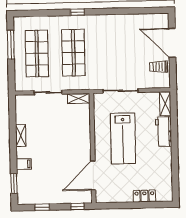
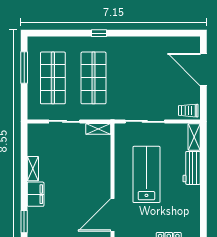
trolley: (159, 67) -> (188, 111), moved
lab bench: (123, 138) -> (146, 174), turned 180
filing cabinet: (24, 164) -> (36, 194), width x2.00

